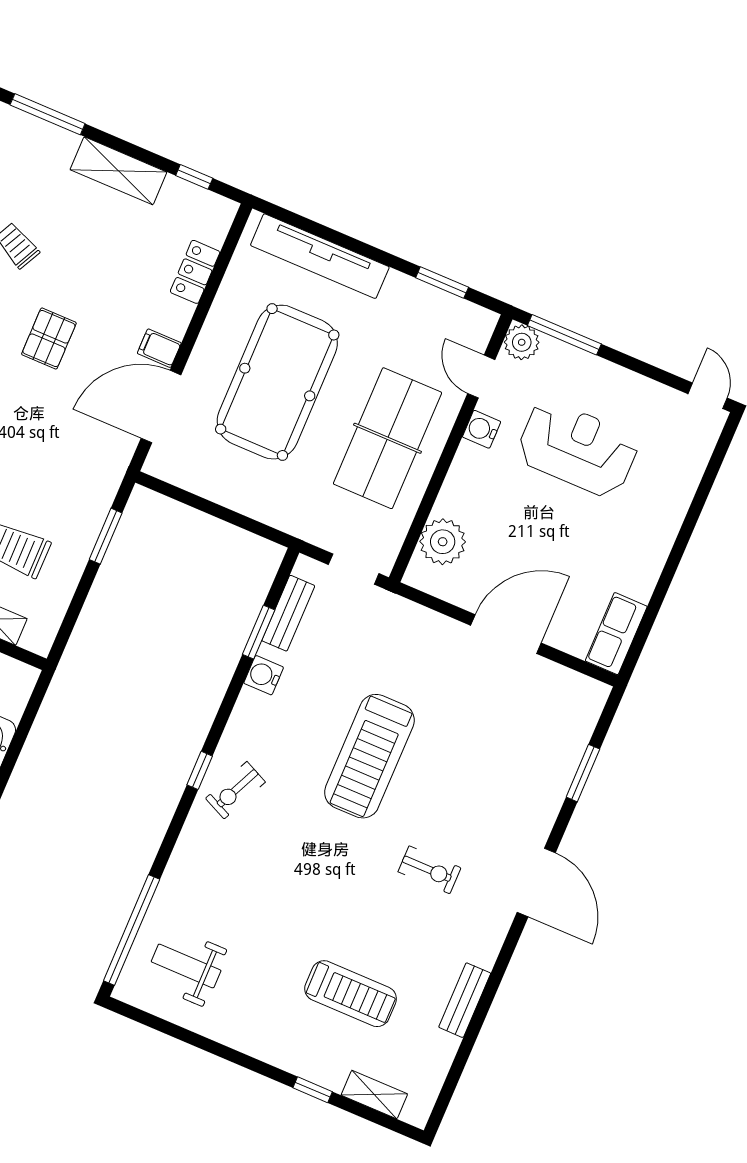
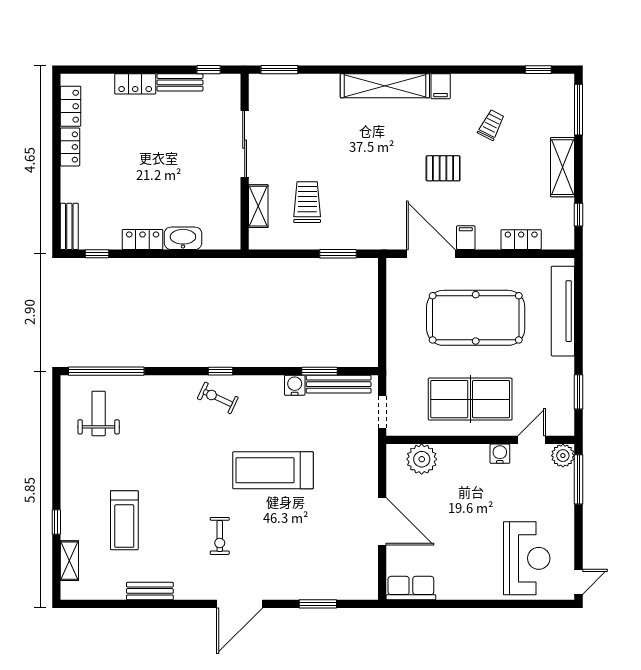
reception desk: (578, 448) -> (527, 558), moved
bench: (288, 613) -> (339, 384), width x1.36

